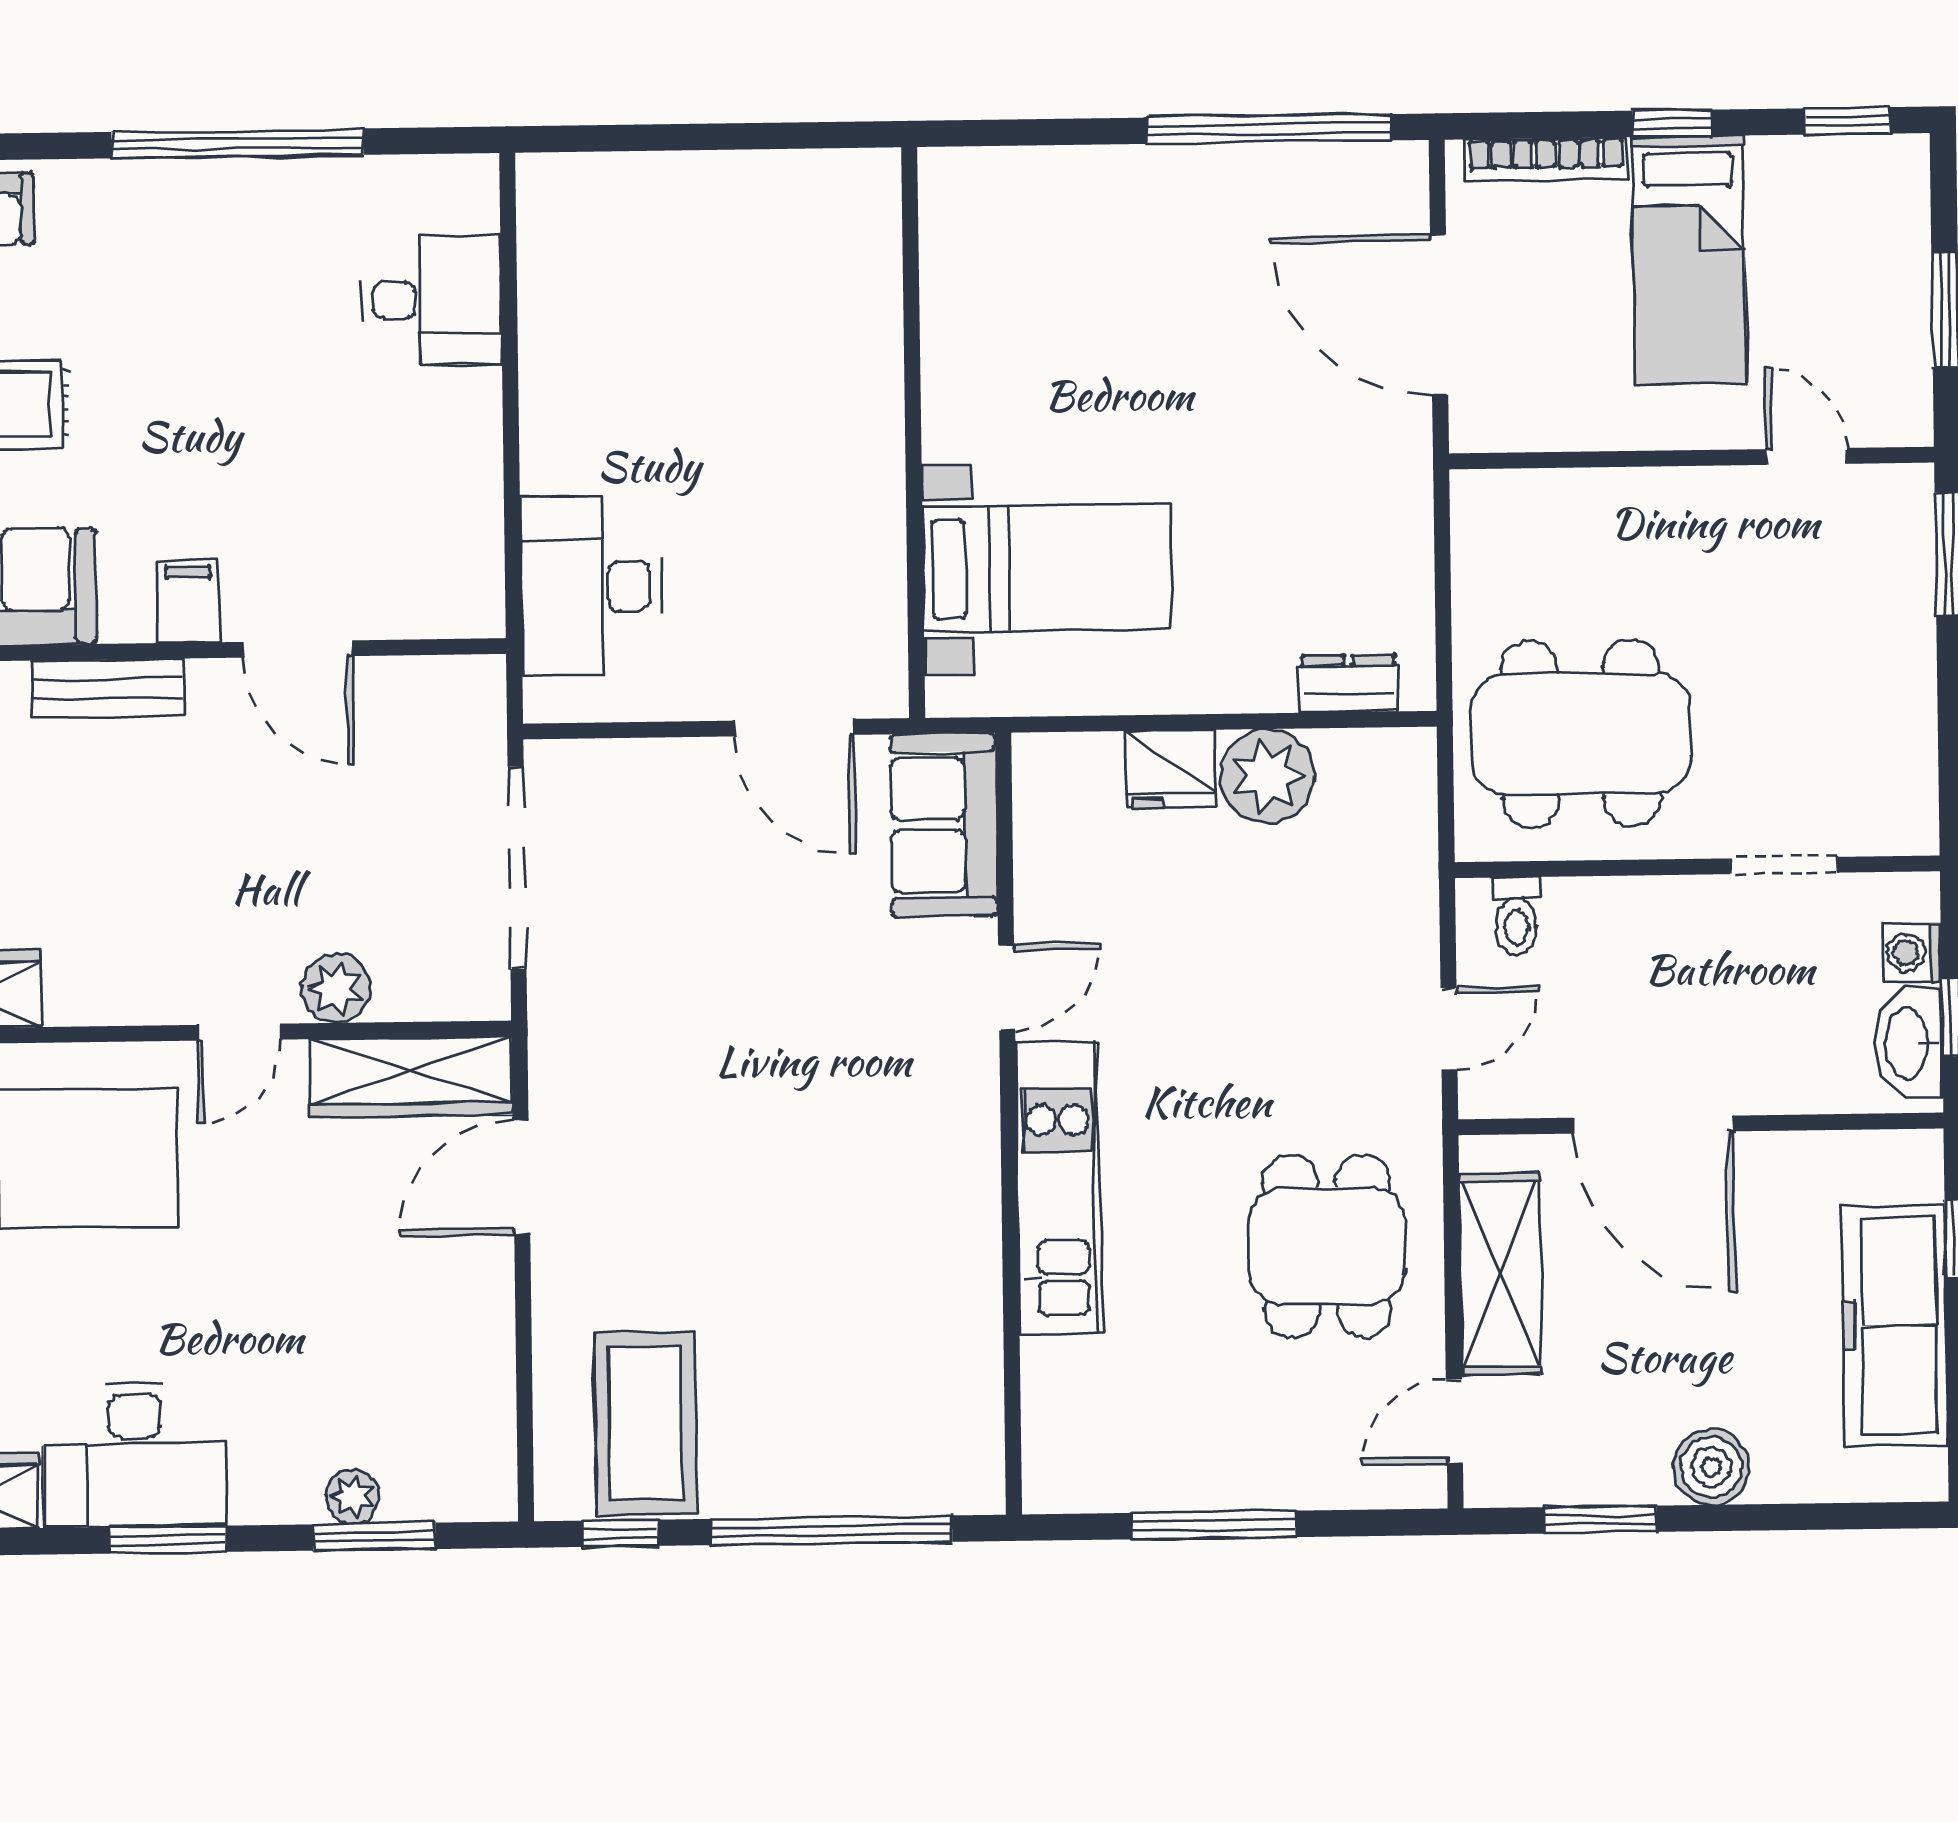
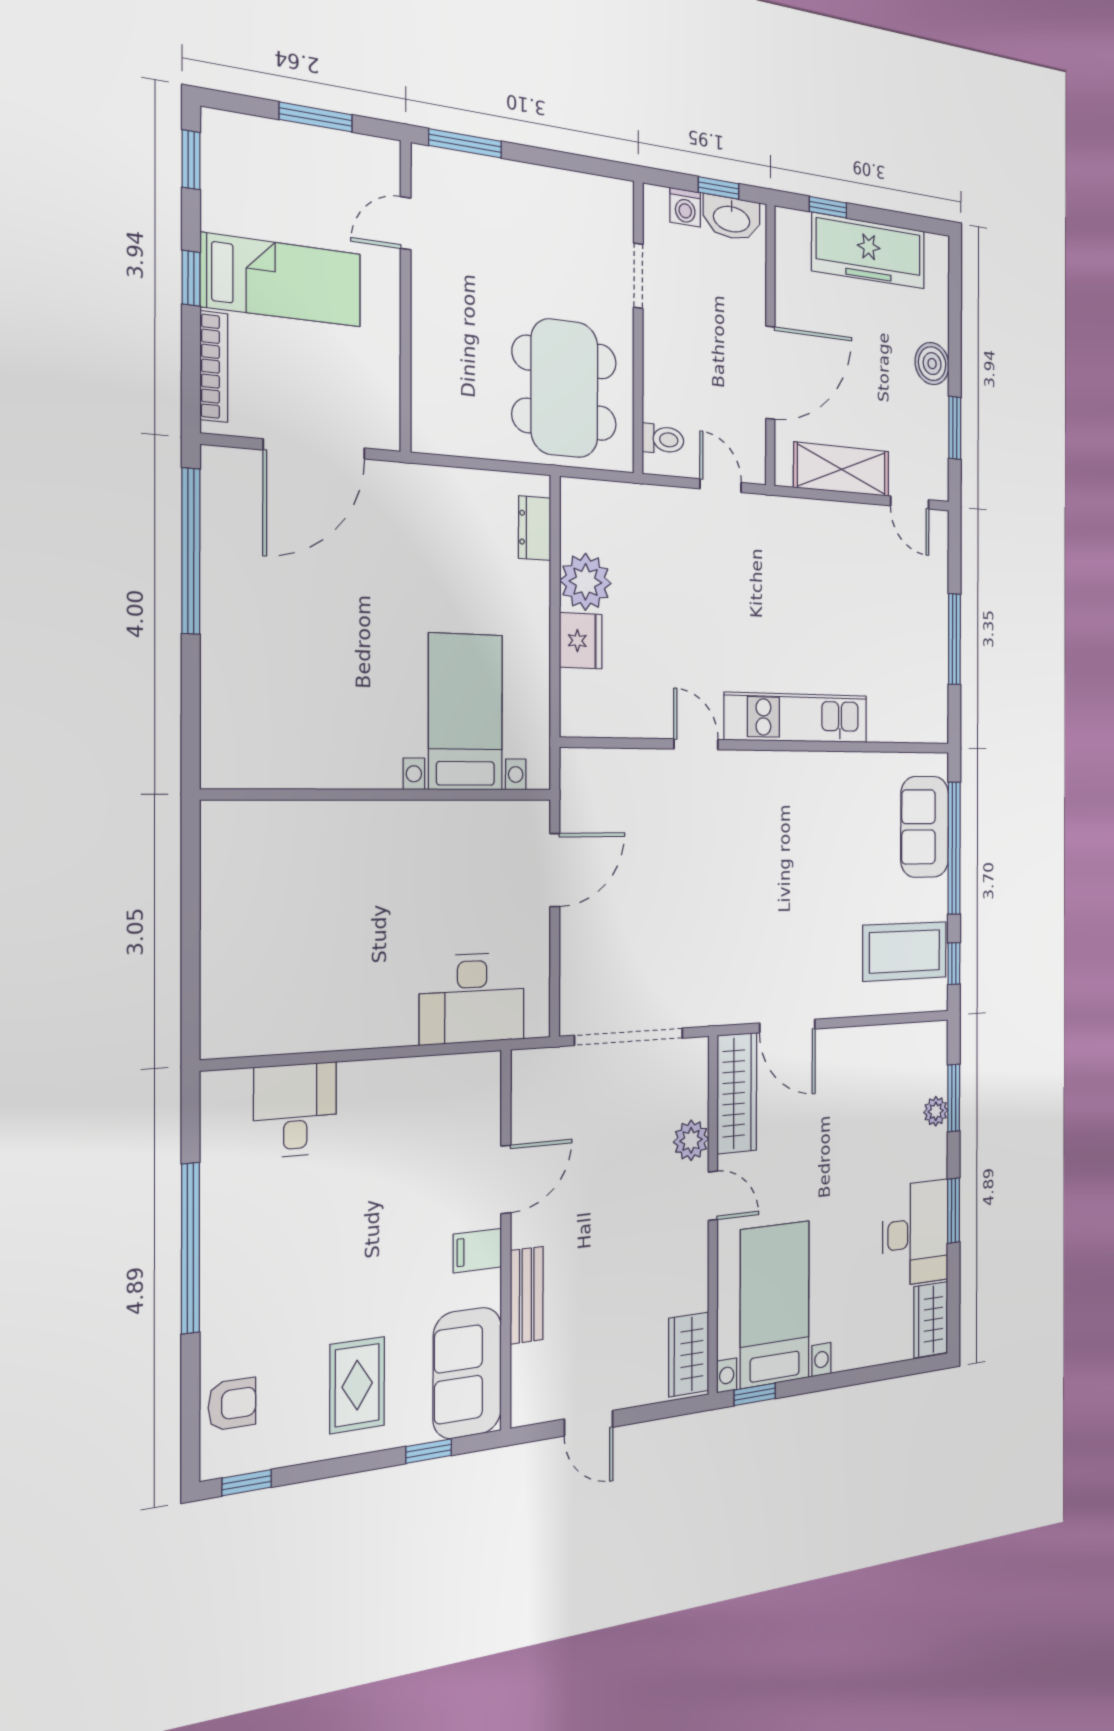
sofa: (944, 825) -> (925, 827), moved, turned 90
dining table: (1327, 1246) -> (827, 566), removed

